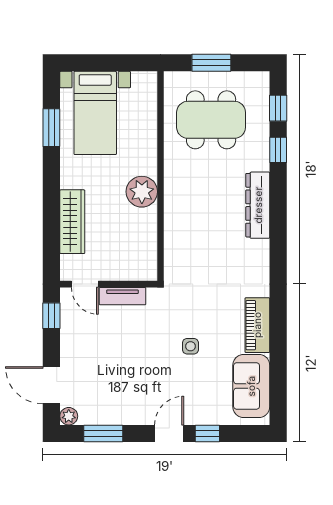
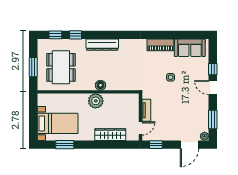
floor lamp: (174, 202) -> (100, 85), added

